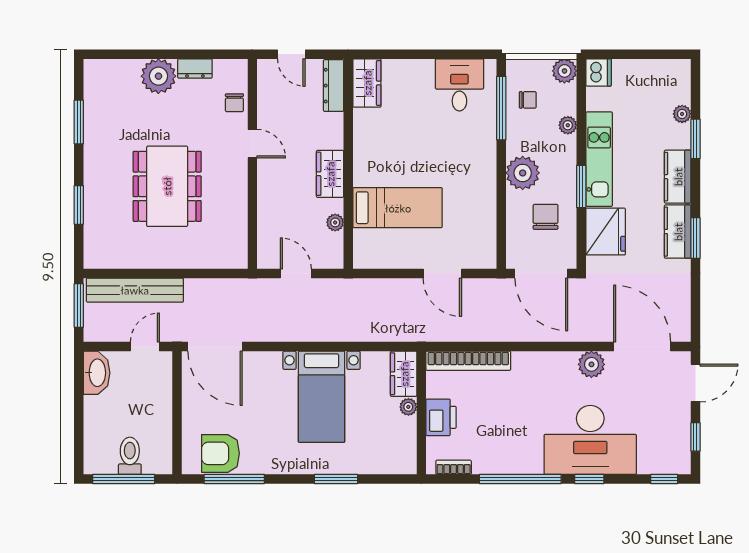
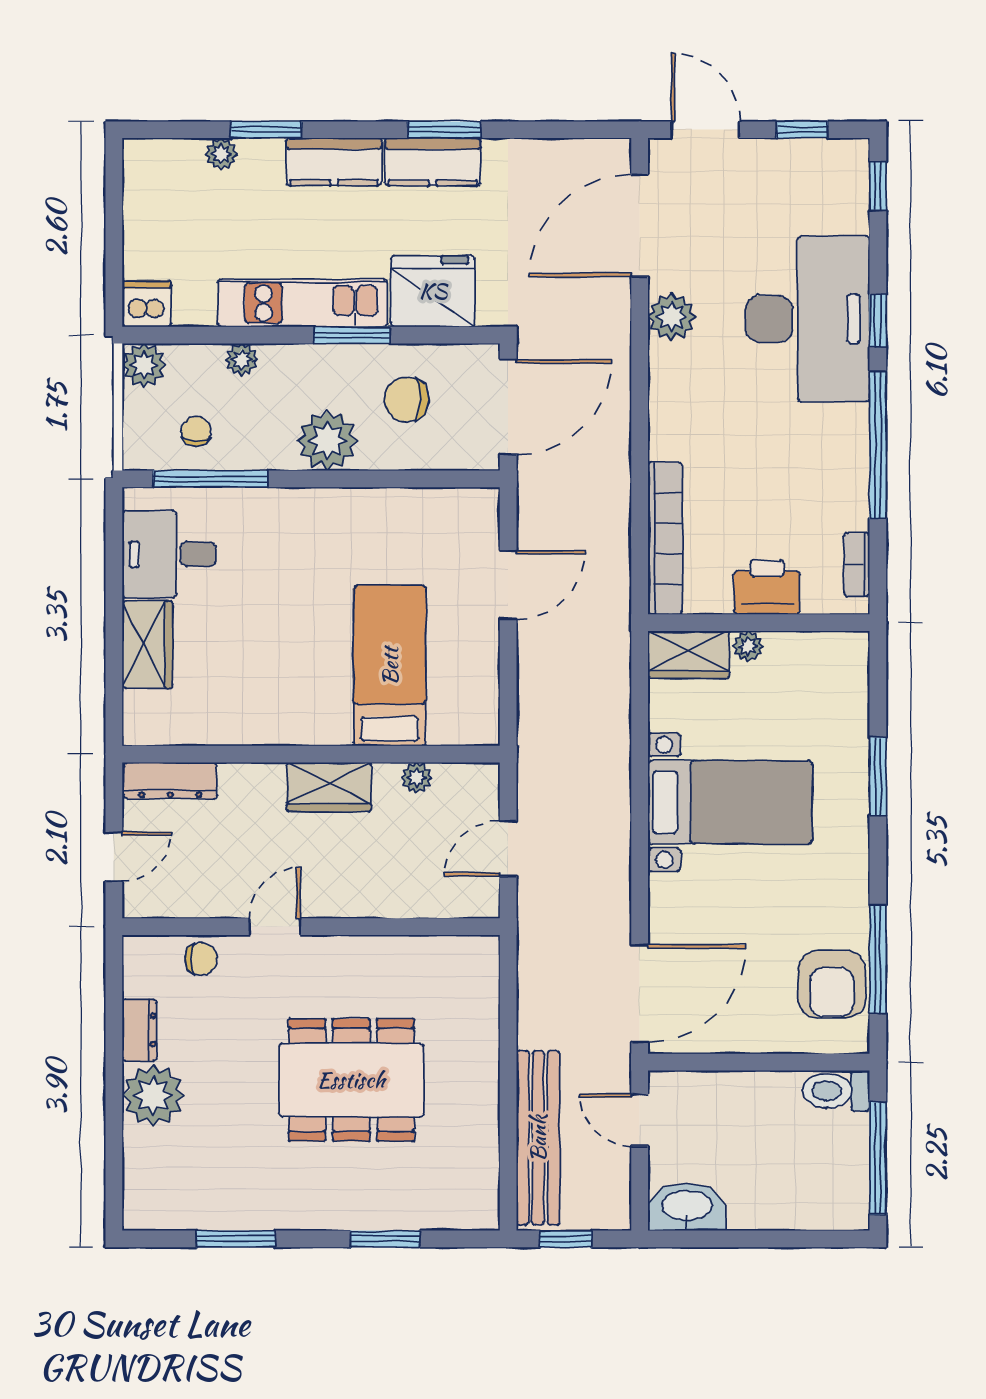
wardrobe: (367, 83) -> (147, 645), moved, turned 90
window: (79, 306) -> (566, 1239), width x0.67
toilet: (130, 456) -> (836, 1091), moved

